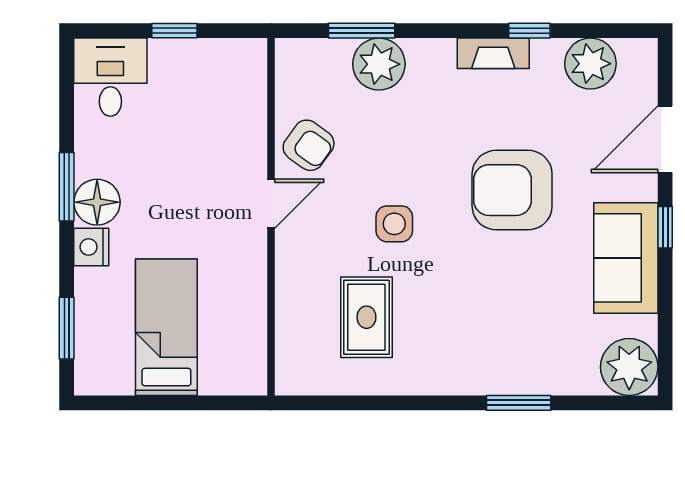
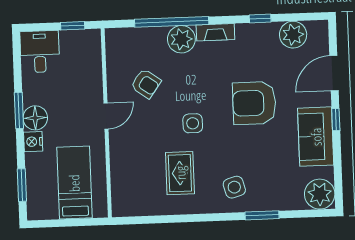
window: (362, 31) -> (172, 22), width x2.11
fireplace: (493, 53) -> (215, 32), moved
door: (271, 204) -> (106, 116), moved
wall: (271, 217) -> (106, 123), moved
side table: (468, 348) -> (234, 187), added

